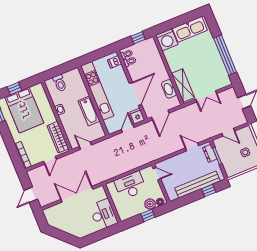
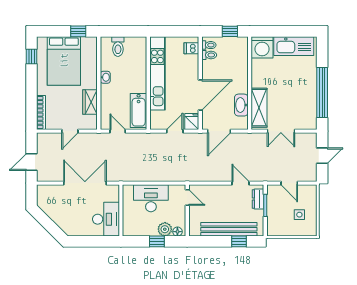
window: (14, 88) -> (78, 31), moved
bathtub: (89, 111) -> (139, 110), moved
wardrobe: (58, 137) -> (90, 102), width x0.67

